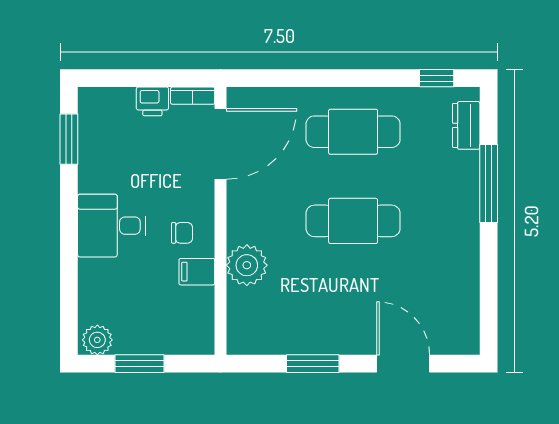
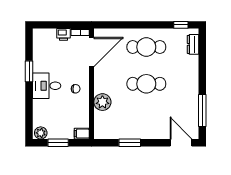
window: (69, 139) -> (29, 71), moved
window: (489, 184) -> (202, 111), moved
filing cabinet: (197, 272) -> (82, 134), moved
door: (403, 364) -> (181, 143), moved

